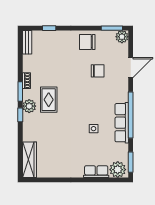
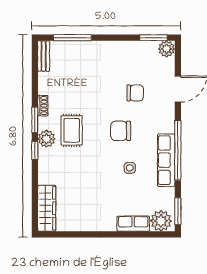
window: (49, 28) -> (72, 38), width x2.17
chair: (87, 42) -> (121, 131), moved

